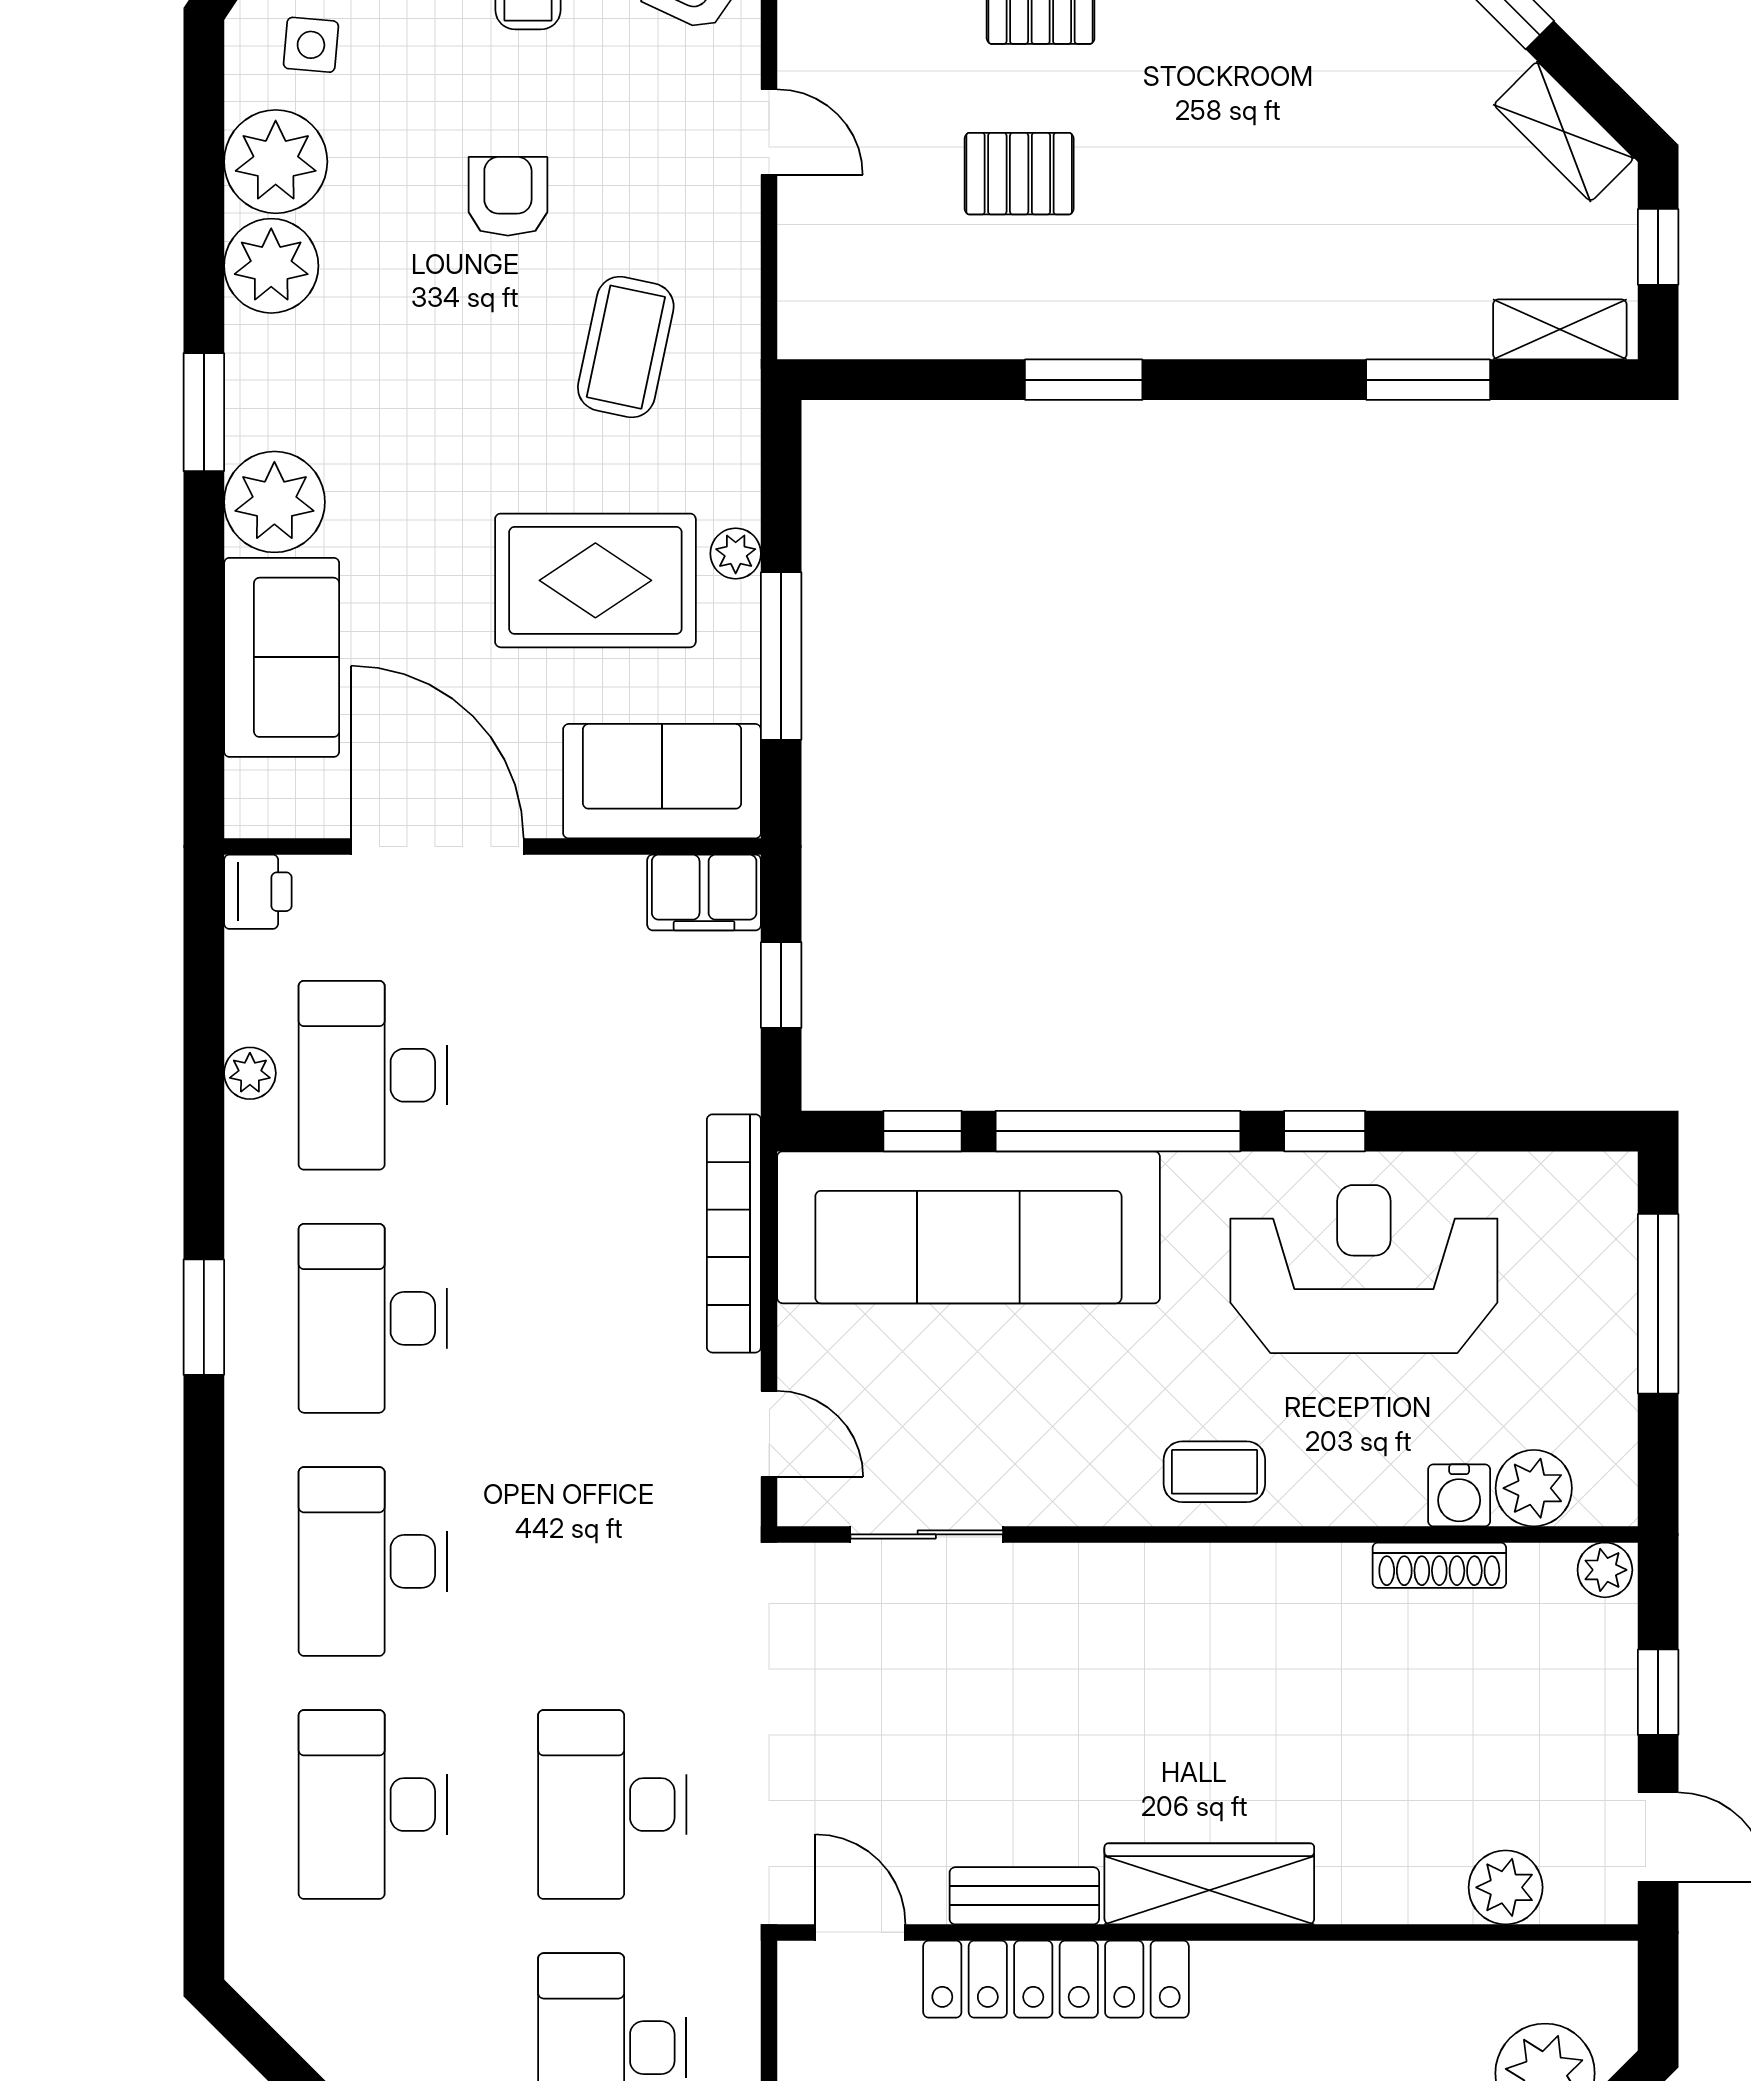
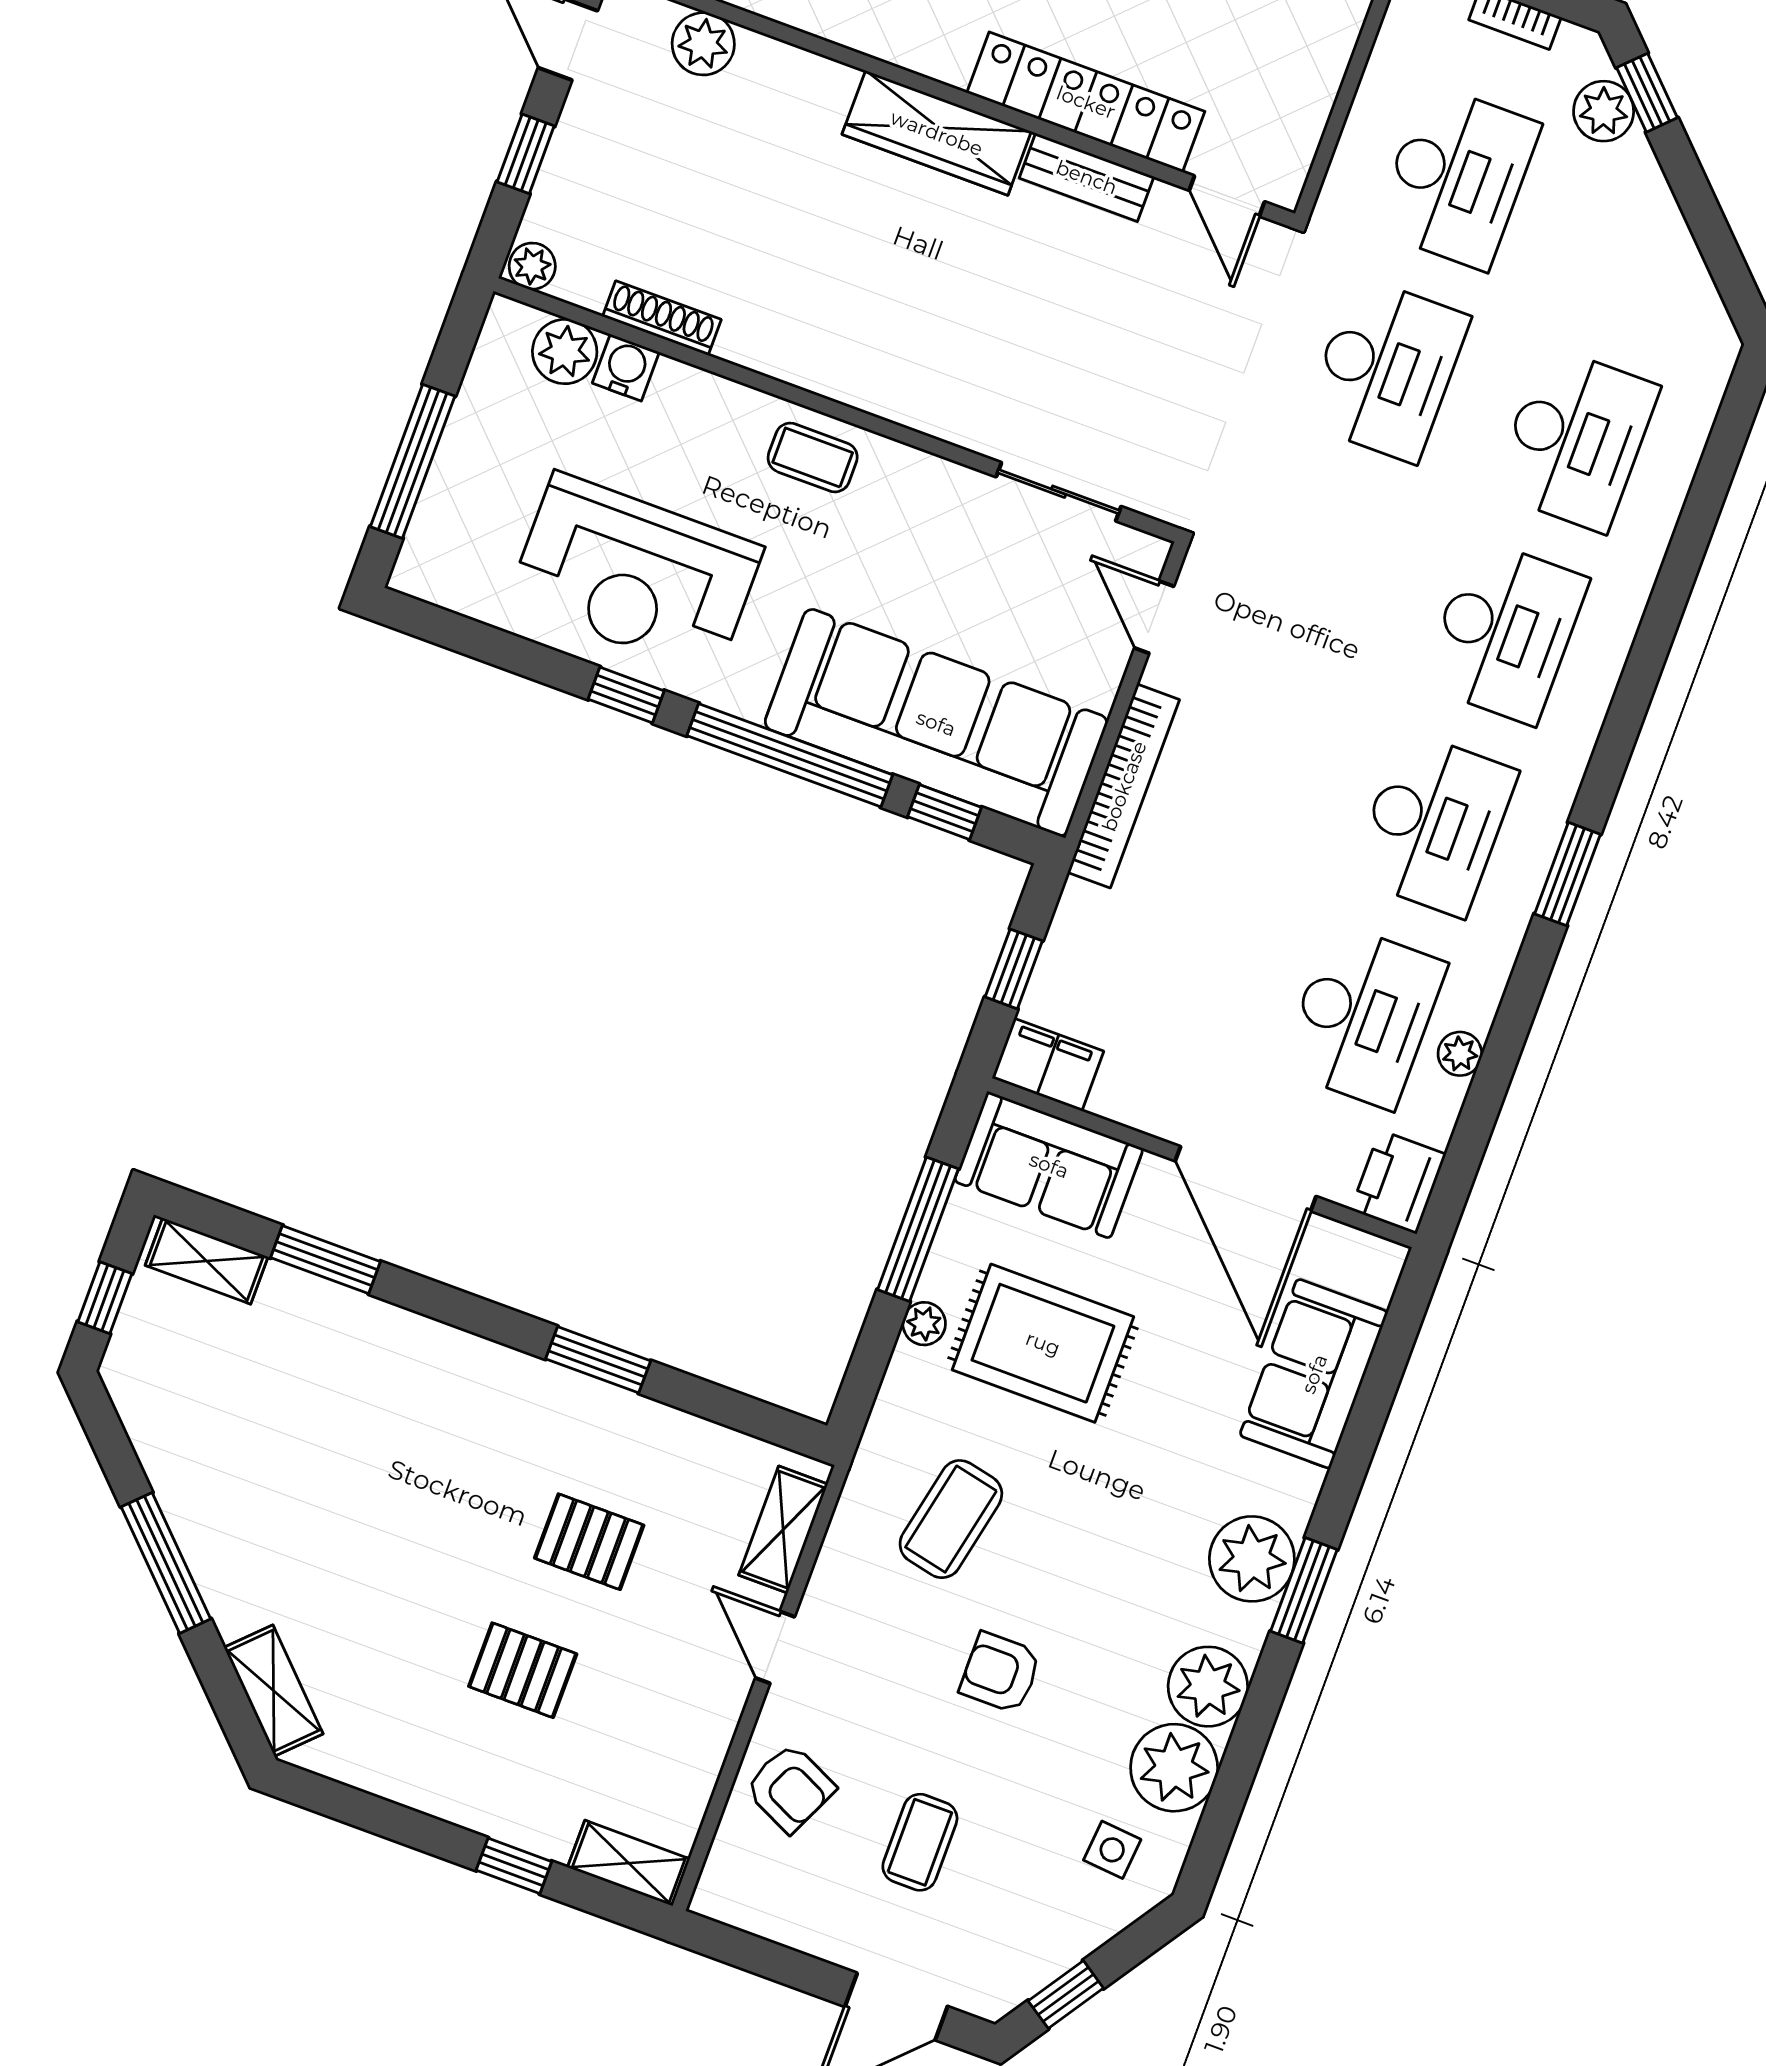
shelving: (1564, 132) -> (783, 1530), moved, turned 45
armchair: (508, 196) -> (1000, 1673), turned 90
plant: (274, 502) -> (1252, 1559), moved
printer: (258, 892) -> (1398, 1182), width x1.36, depth x1.24

